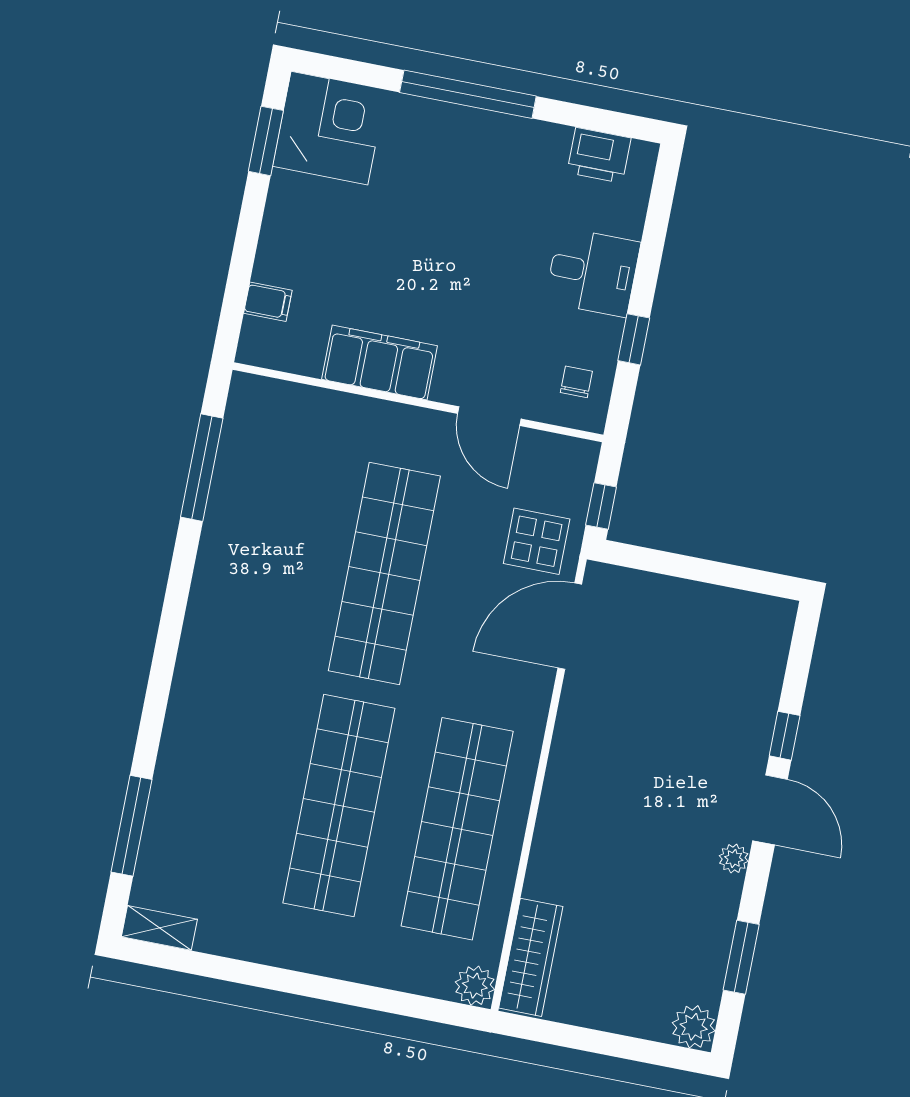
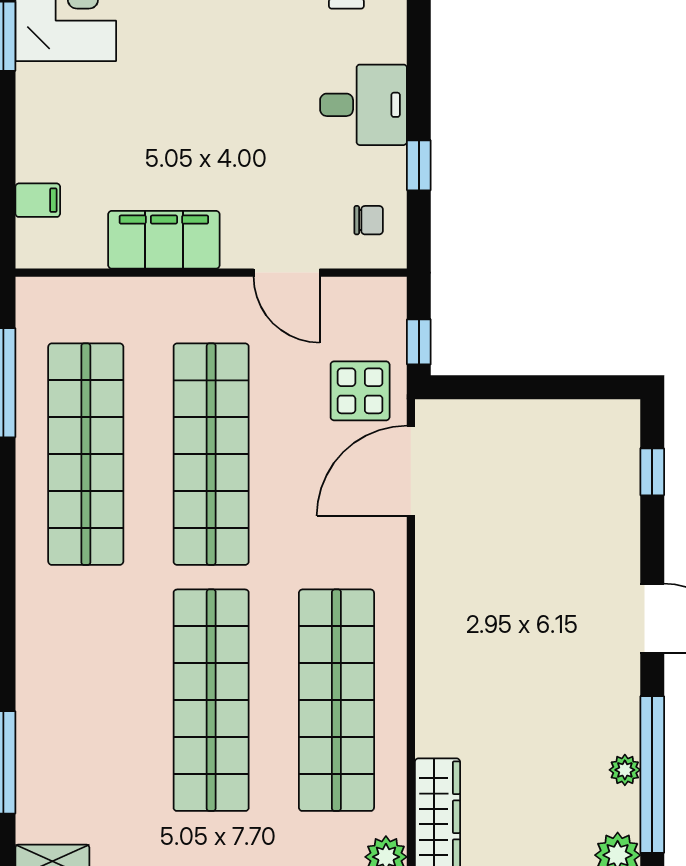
chair: (576, 382) -> (369, 220), turned 90
shop shelf: (266, 550) -> (86, 454), added
window: (785, 736) -> (652, 472), moved
plant: (734, 858) -> (625, 770), moved
window: (741, 957) -> (652, 775), width x2.11

